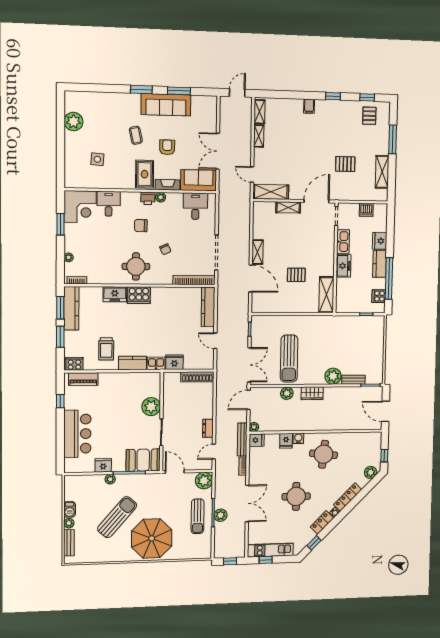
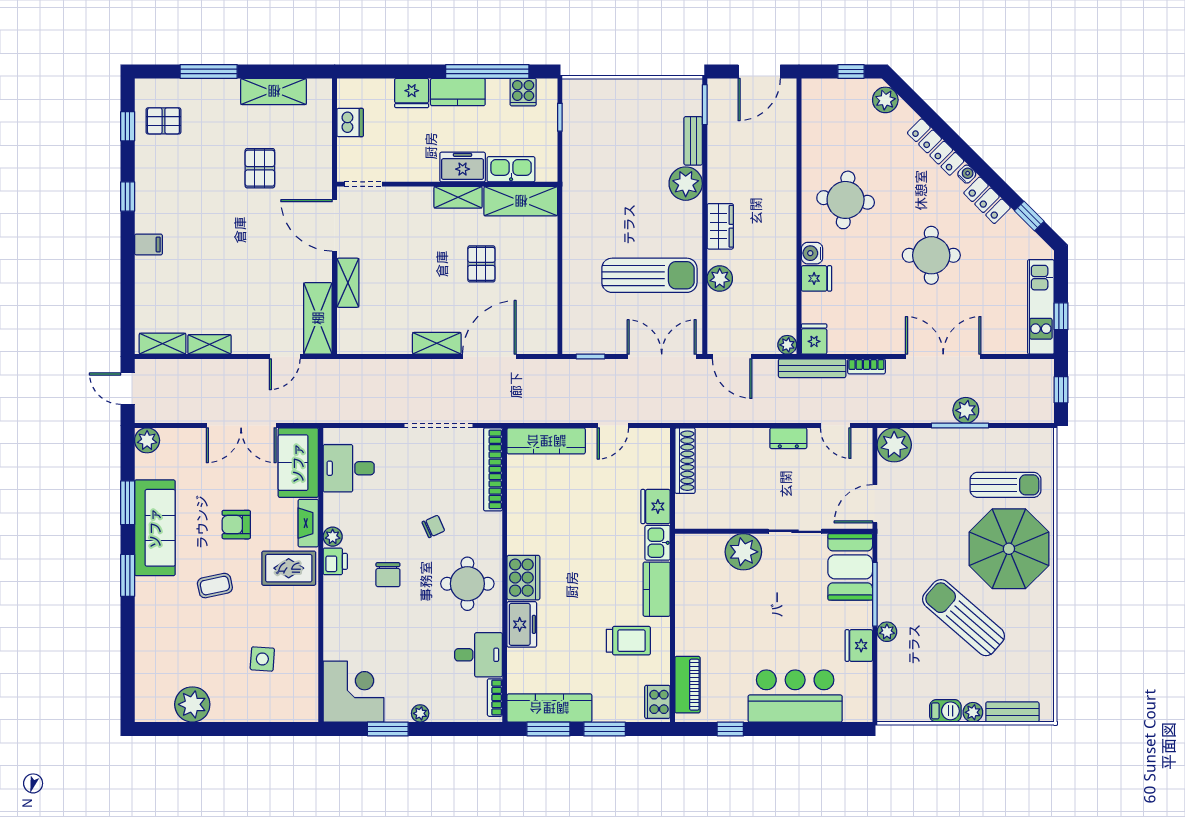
plant: (211, 102) -> (147, 440), added
desk: (109, 204) -> (479, 655), moved, turned 180
kitchen sink: (343, 242) -> (511, 169), moved
plant: (69, 257) -> (420, 713), moved
shelving: (329, 263) -> (458, 197), added
sun lounger: (198, 516) -> (1006, 485), moved

